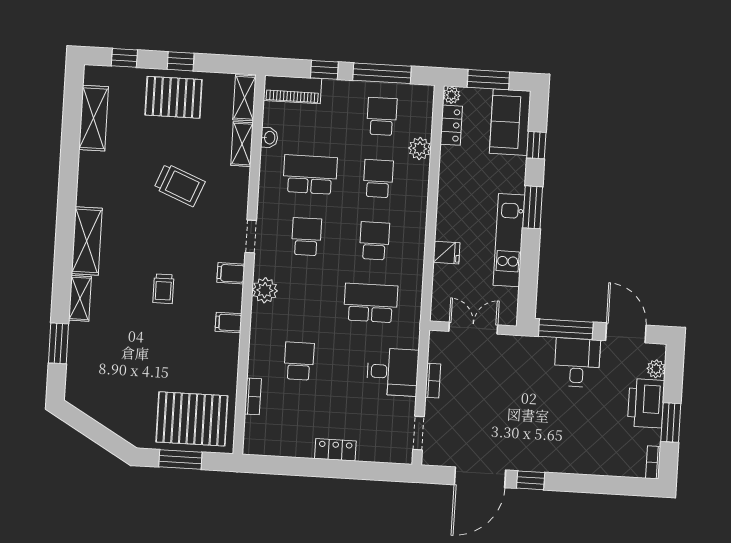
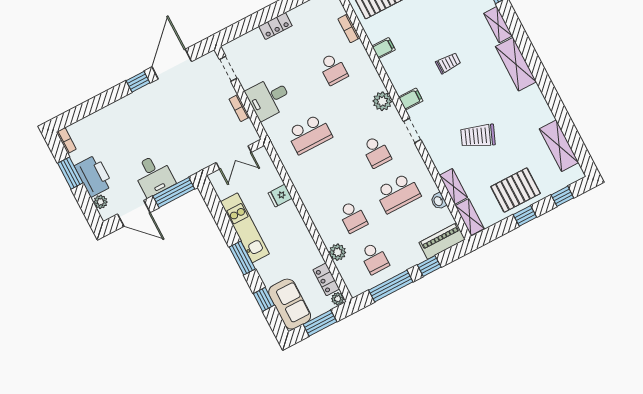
school desk: (374, 241) -> (331, 175), removed
trolley: (163, 289) -> (448, 63), turned 90
filing cabinet: (229, 323) -> (384, 48), moved

